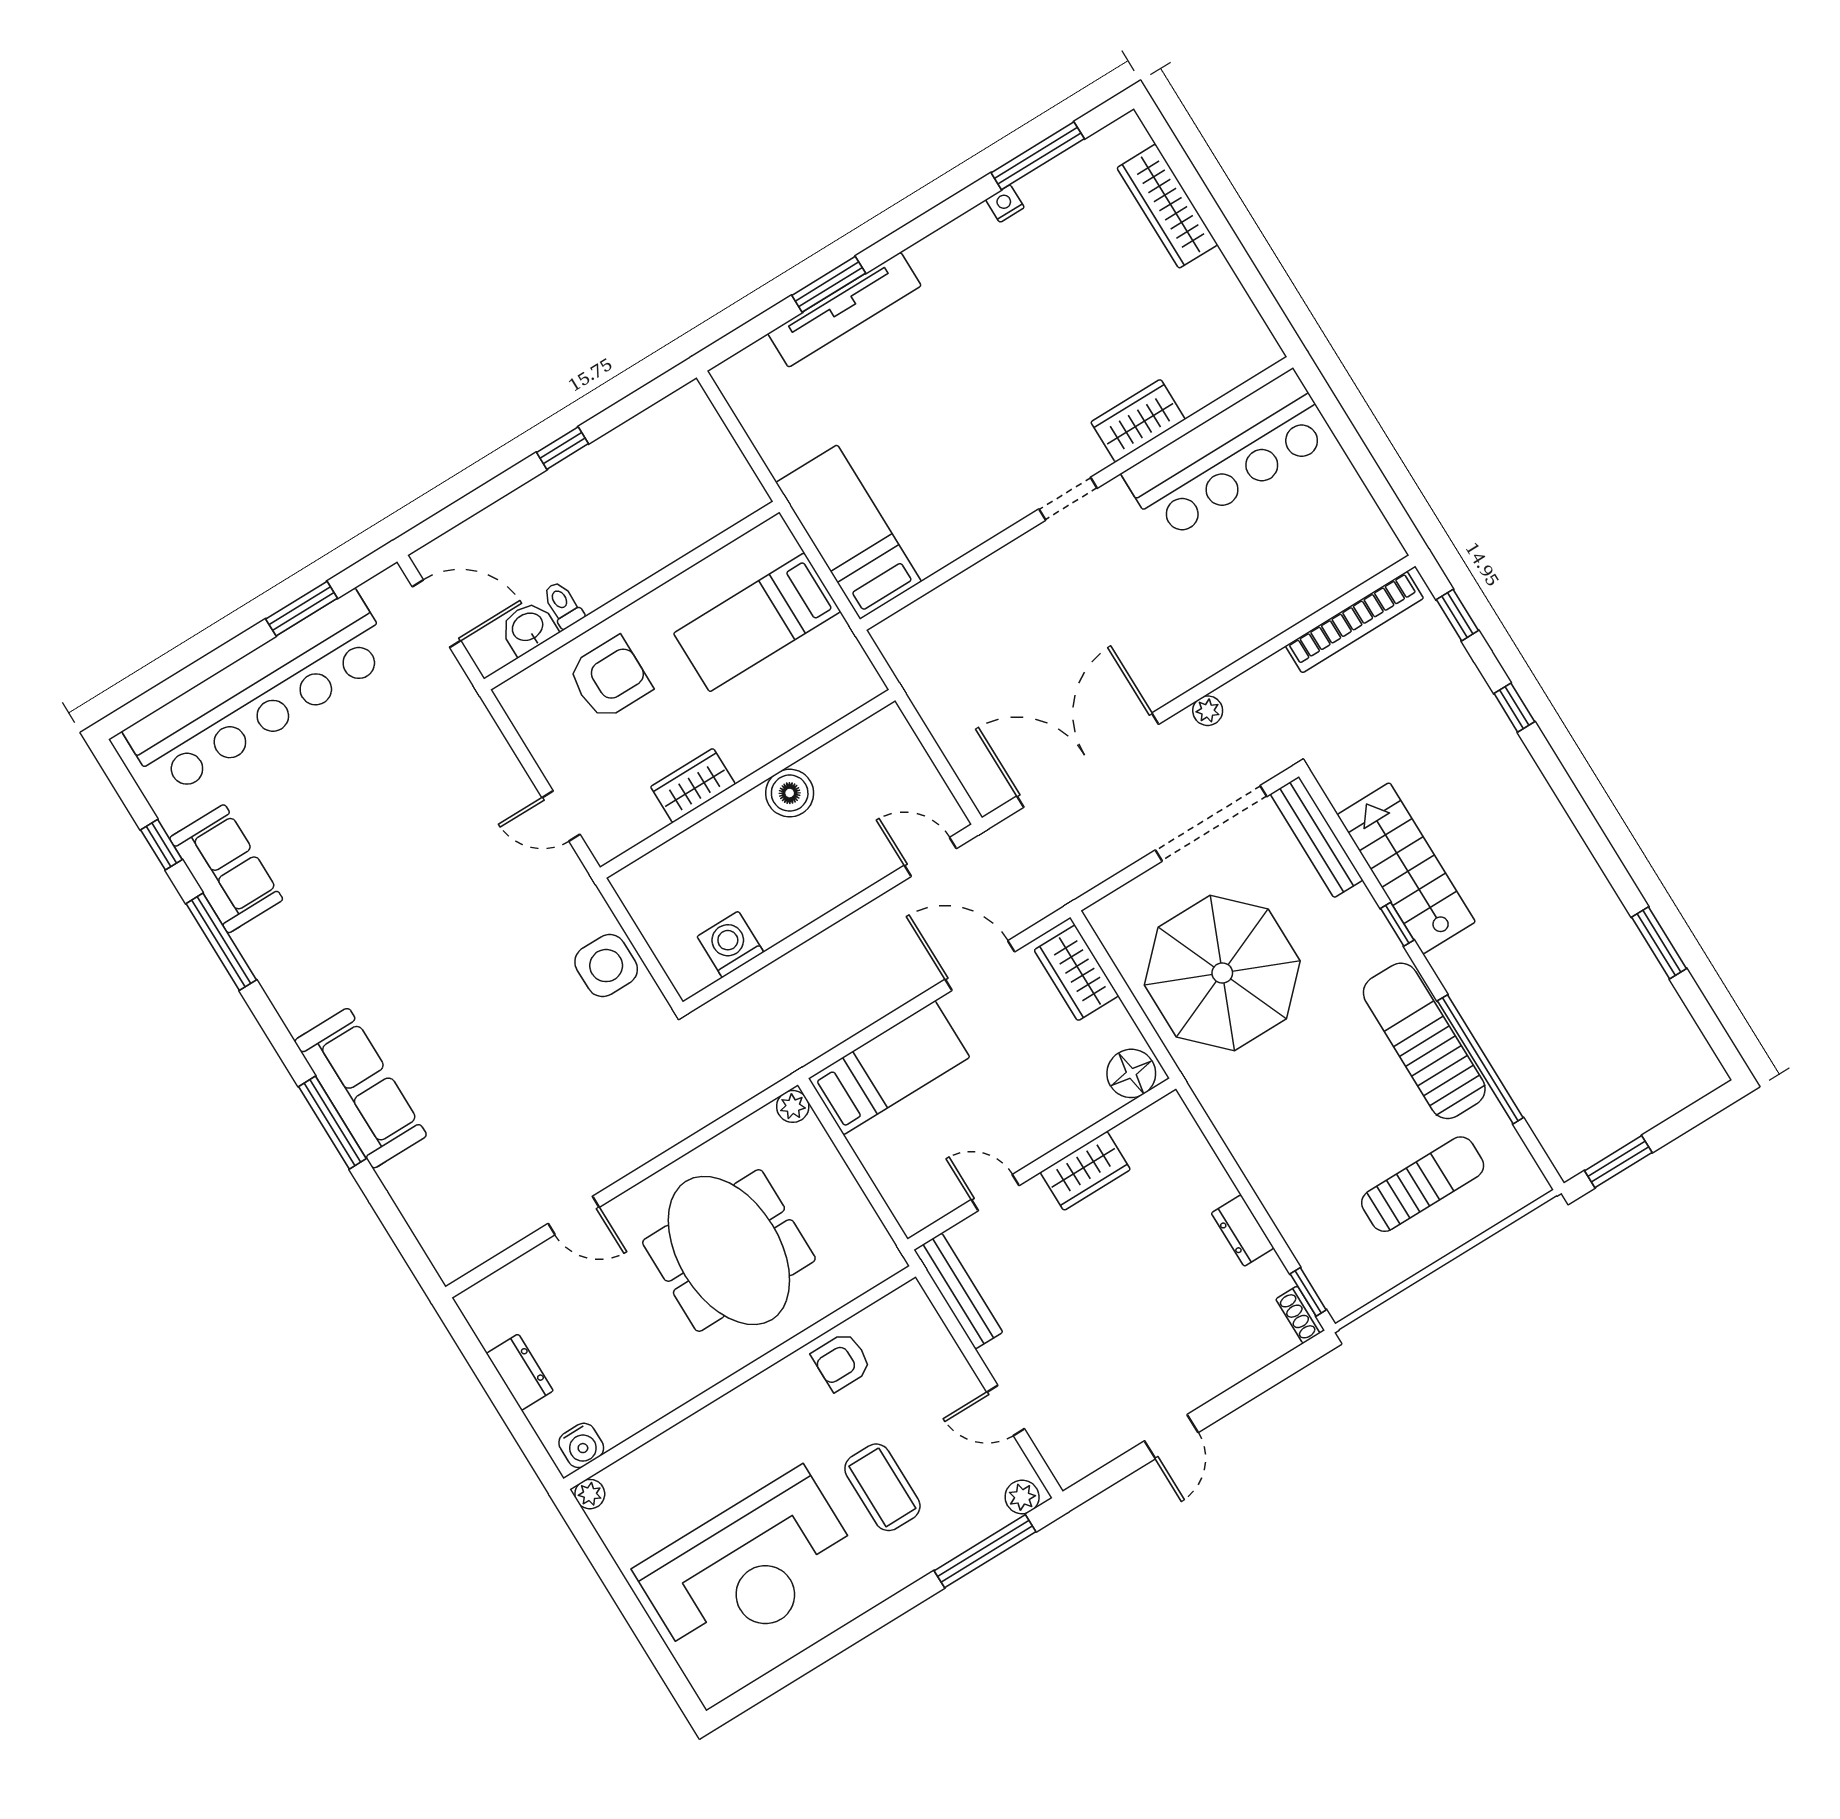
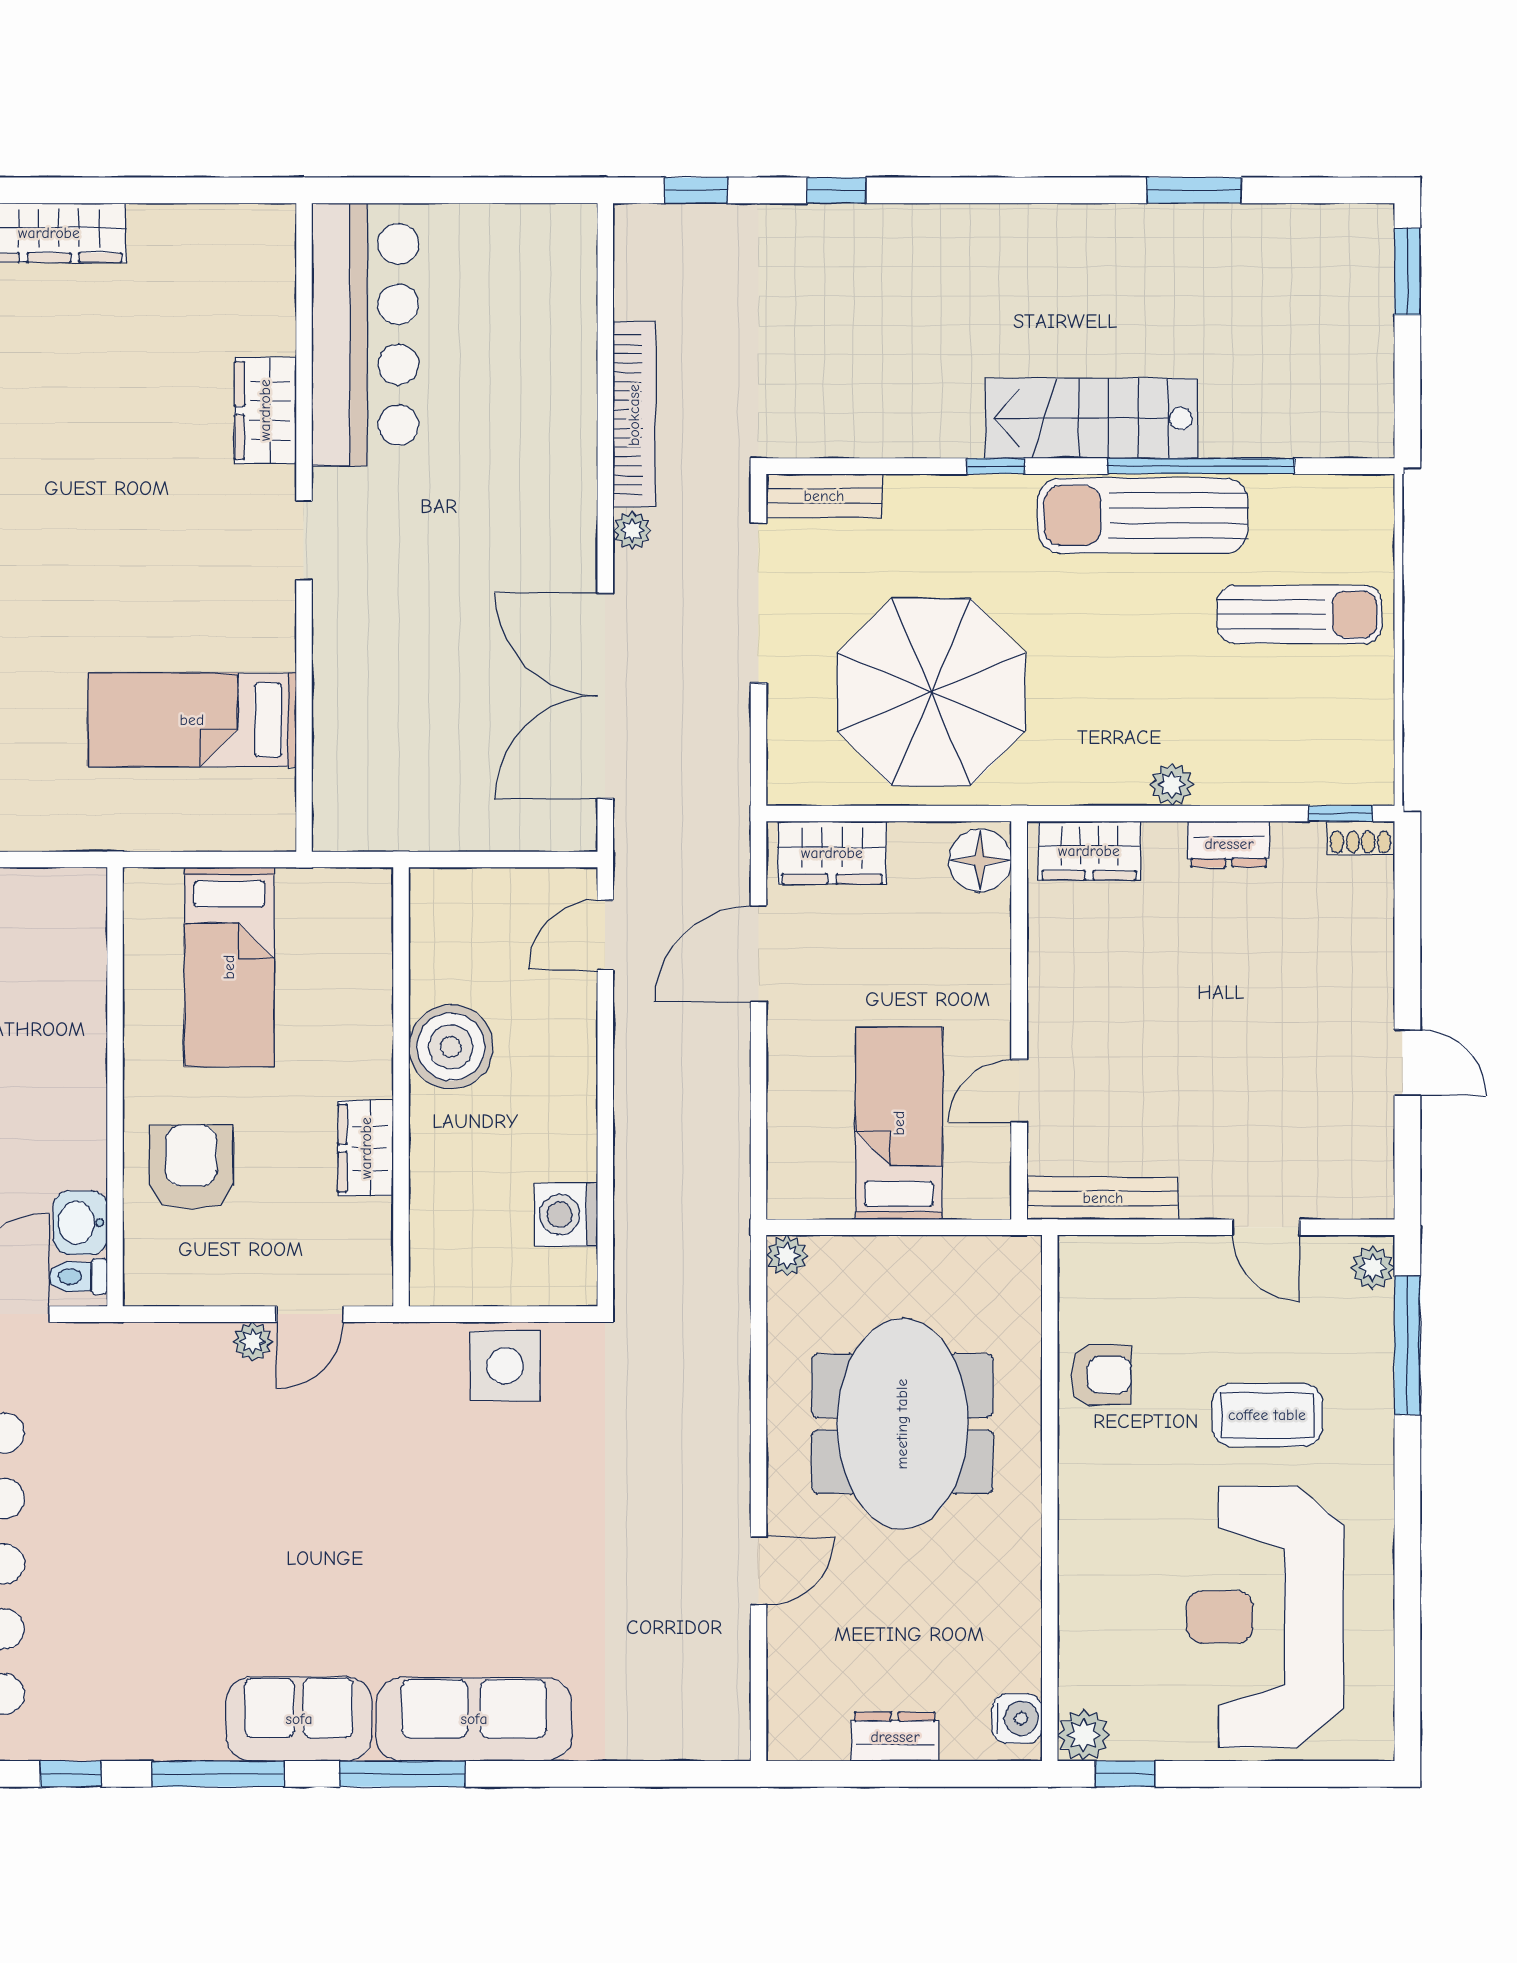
bed: (849, 532) -> (192, 720), moved
toilet: (563, 605) -> (78, 1277), moved
bookcase: (1354, 622) -> (634, 415), moved
plant: (520, 790) -> (253, 1342), added
boiler: (790, 793) -> (451, 1047), width x1.37, depth x1.37
bench: (1317, 837) -> (824, 496), width x0.73
stairs: (1406, 868) -> (1092, 418), moved
sofa: (226, 869) -> (299, 1719), moved
bed: (889, 1068) -> (899, 1123), moved
window: (332, 1123) -> (402, 1774), moved
window: (1618, 1162) -> (1407, 271), moved
plant: (1259, 1169) -> (1172, 784), added
wardrobe: (1085, 1171) -> (1089, 851), moved, turned 90
sun lounger: (1423, 1184) -> (1300, 614), turned 90
meeting table: (729, 1250) -> (902, 1424), turned 90
armchair: (841, 1361) -> (1101, 1375), turned -90
door: (1006, 1410) -> (1266, 1227), hinge flipped
plant: (590, 1494) -> (1084, 1735), width x1.38, depth x1.38
window: (589, 1539) -> (1125, 1774), added
reception desk: (749, 1568) -> (1265, 1617), turned 180

